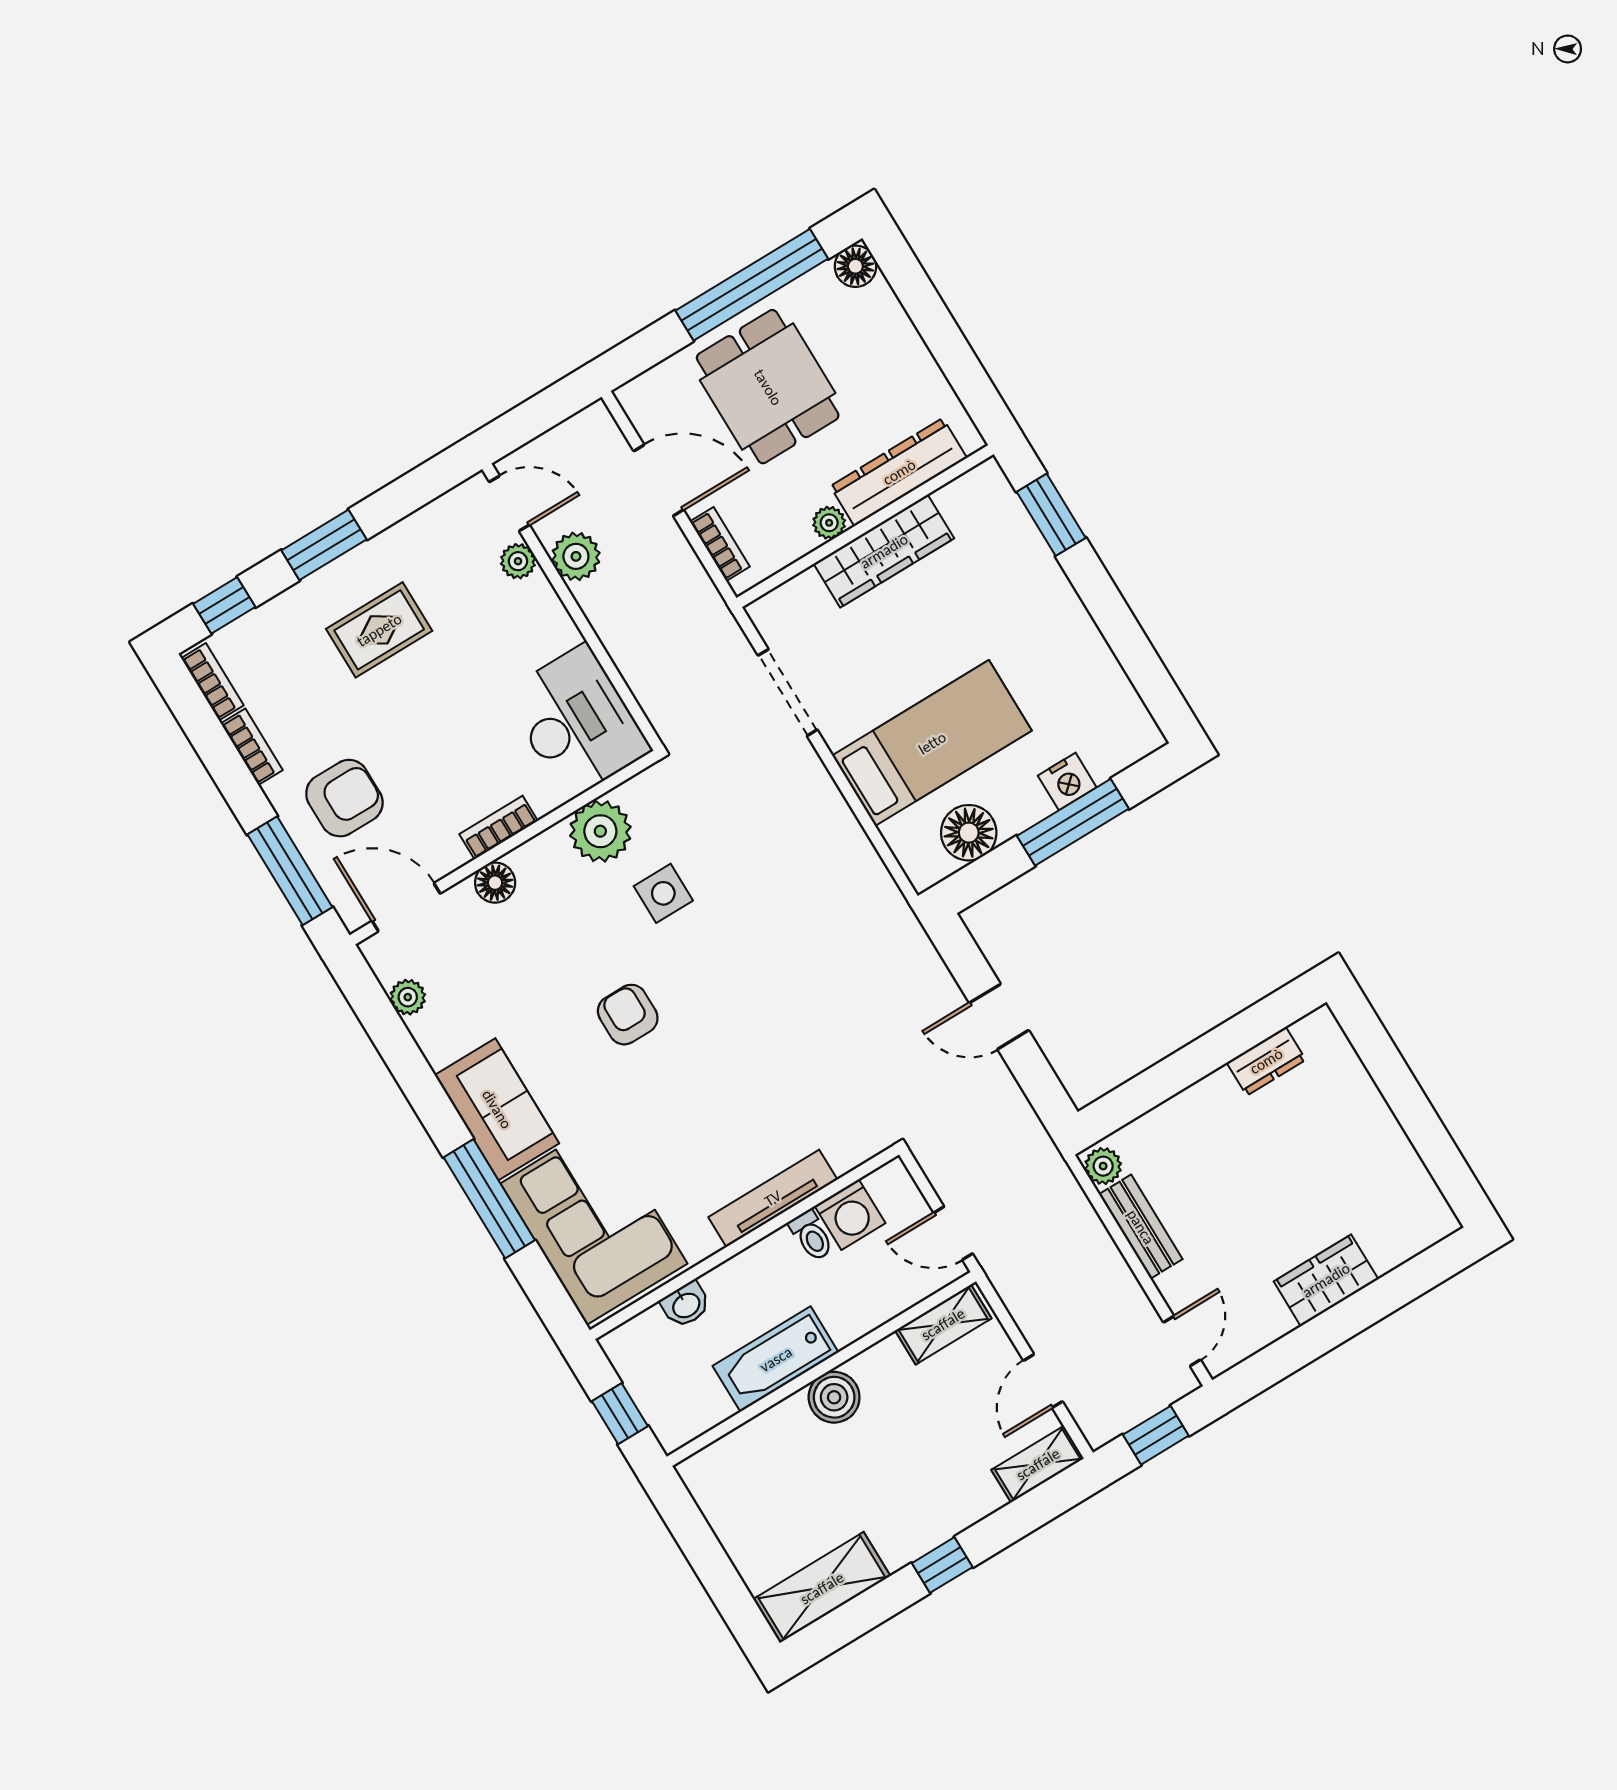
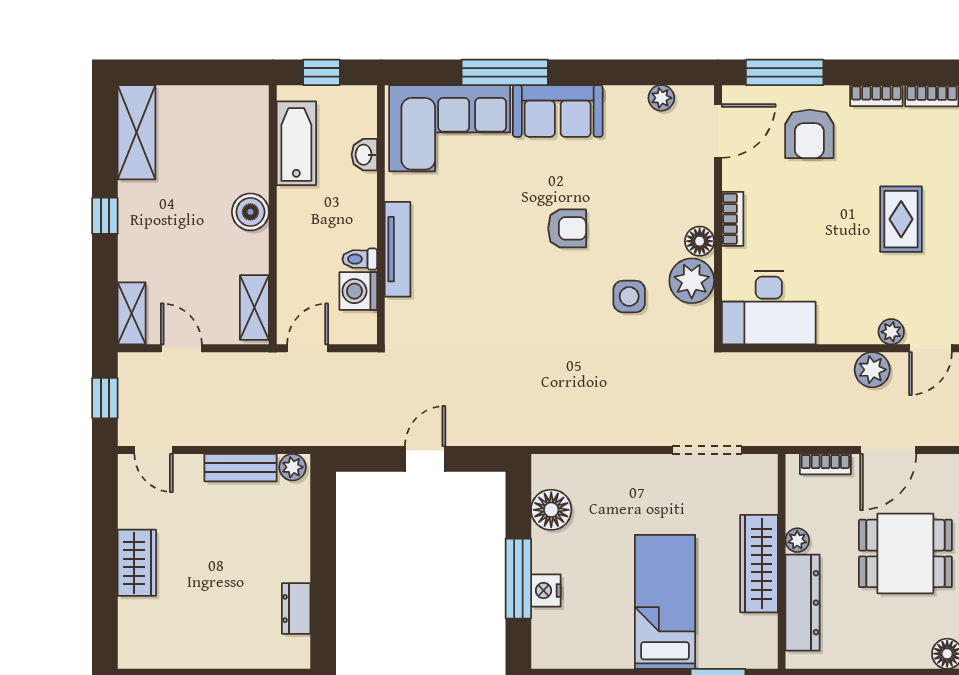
bed: (932, 743) -> (665, 602), moved, turned 180
floor lamp: (495, 883) -> (700, 241), moved
bathtub: (776, 1359) -> (296, 143), moved

